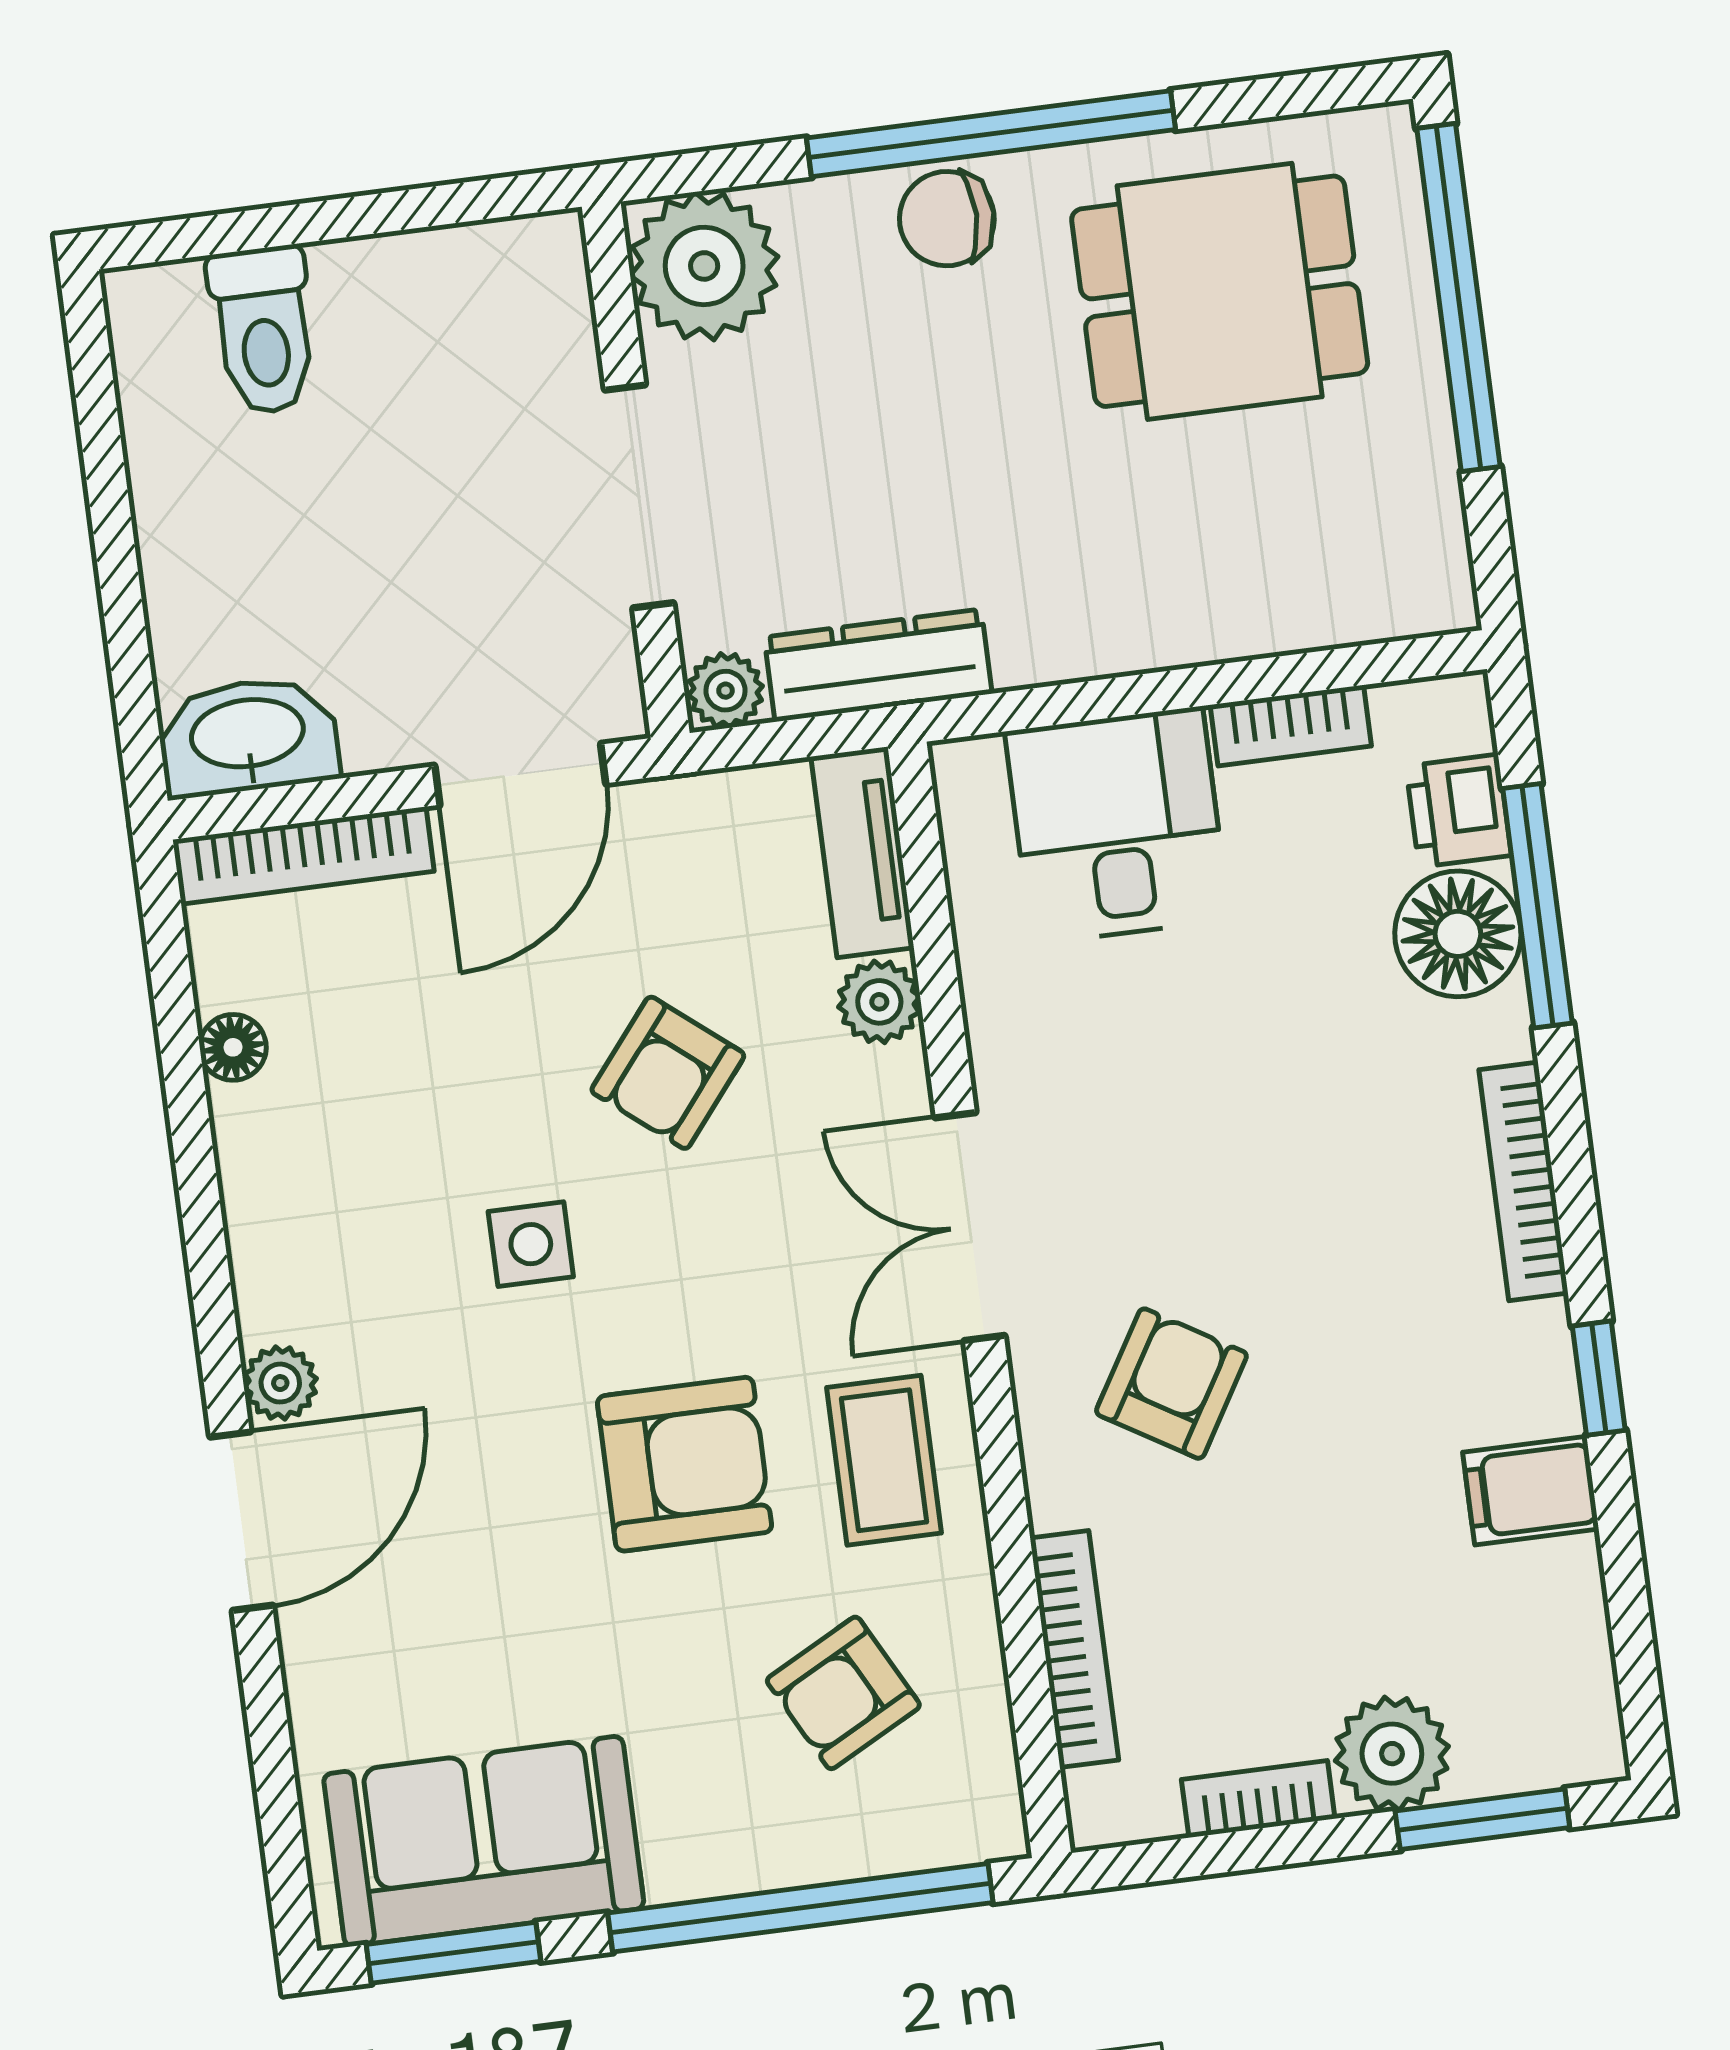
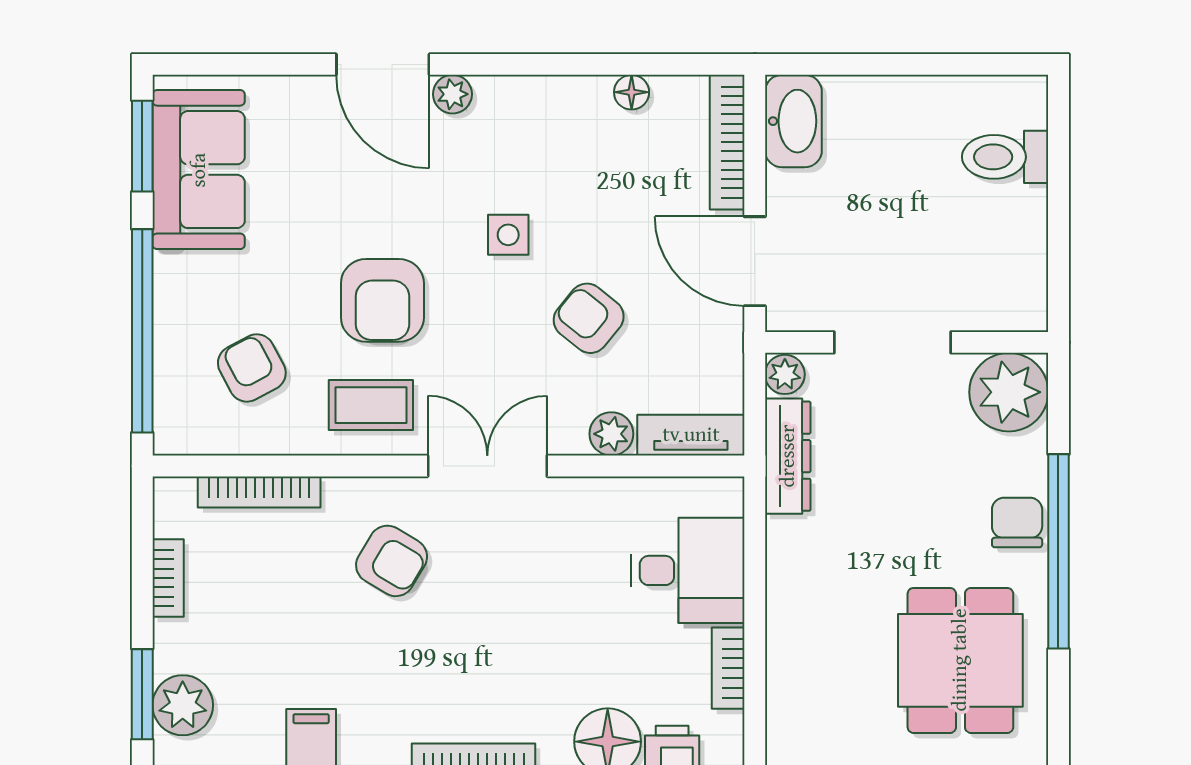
plant: (1392, 1754) -> (183, 705), moved

